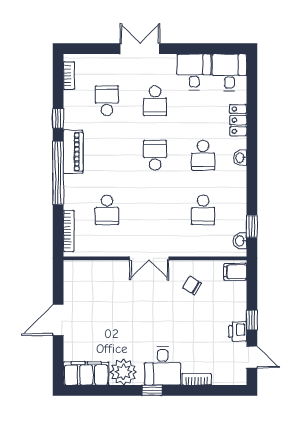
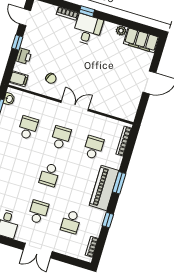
piano: (73, 152) -> (104, 188), width x1.37, depth x1.33
school desk: (203, 155) -> (61, 138), moved
window: (58, 173) -> (119, 183), width x0.47
printer: (238, 331) -> (24, 56), moved
plant: (123, 372) -> (121, 31), width x0.53, depth x0.53
window: (152, 390) -> (87, 11), moved

